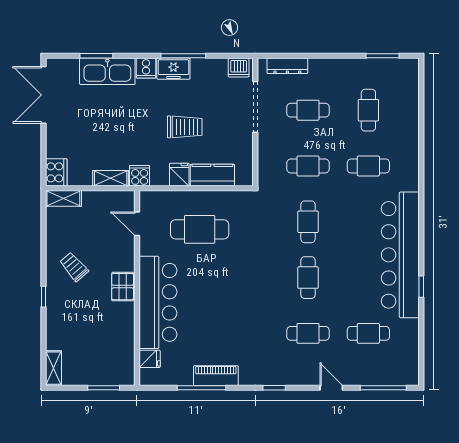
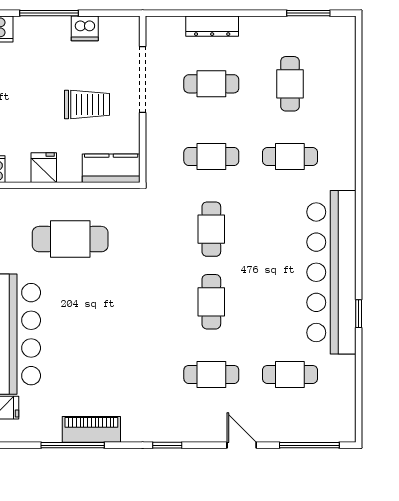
dresser: (287, 66) -> (212, 26), moved
dishwasher: (239, 68) -> (85, 28), moved
freezer: (173, 69) -> (36, 30), removed
trolley: (185, 127) -> (87, 104), moved
kitchen counter: (212, 175) -> (111, 168), moved

